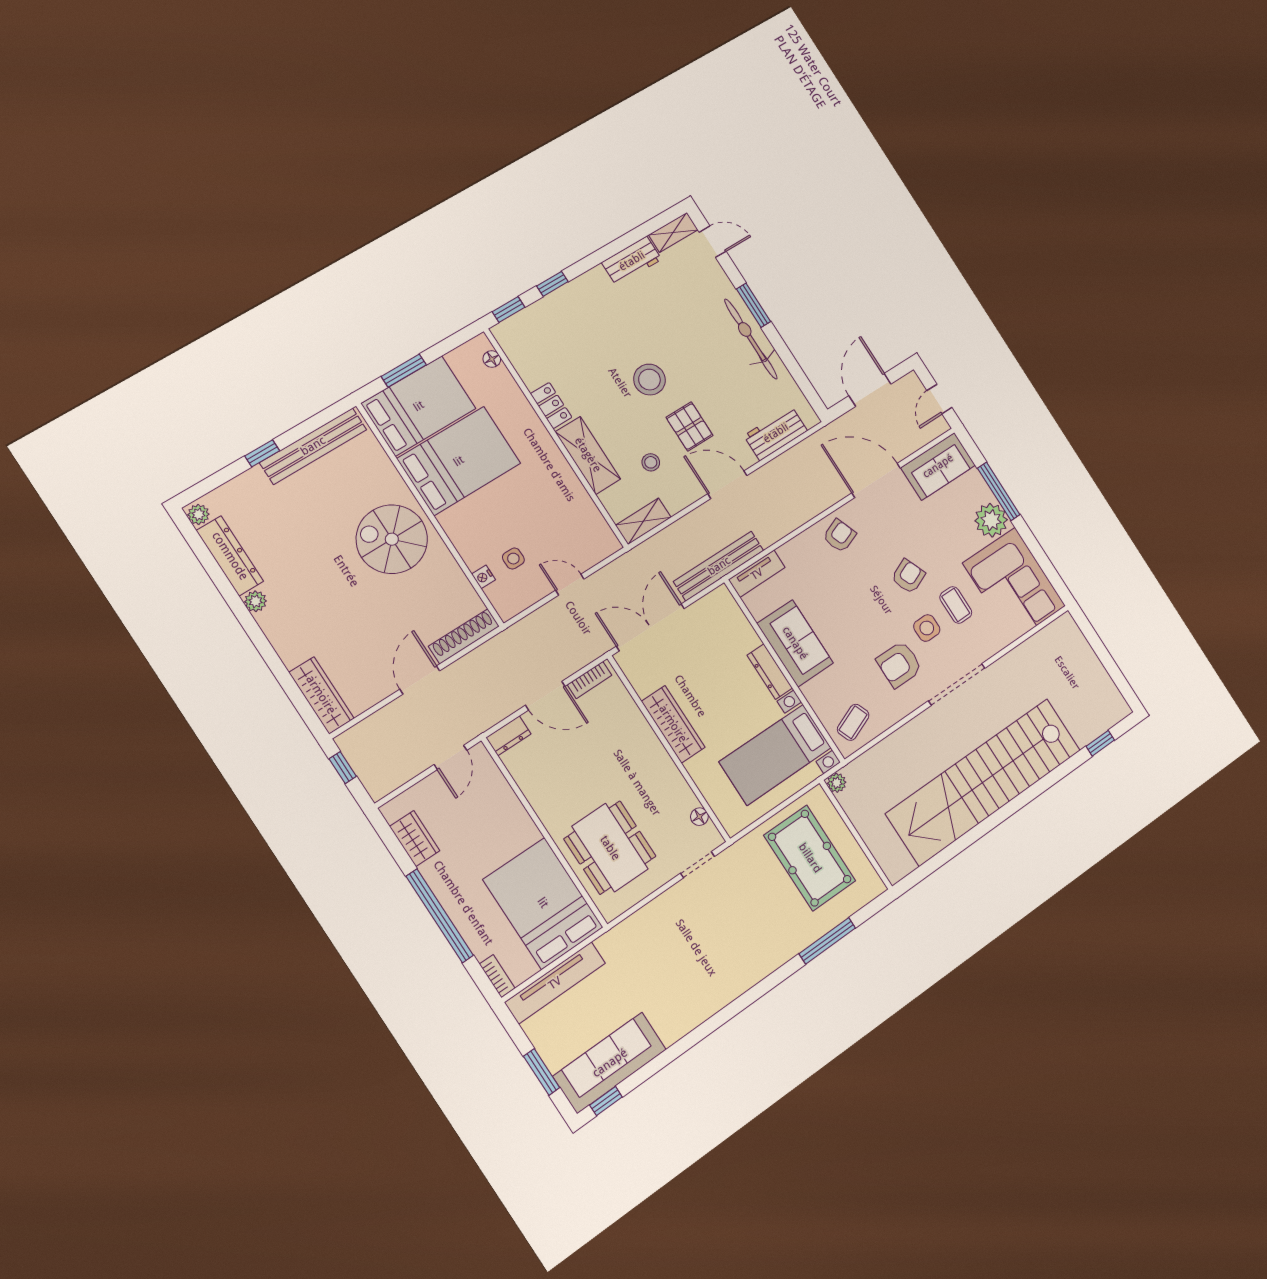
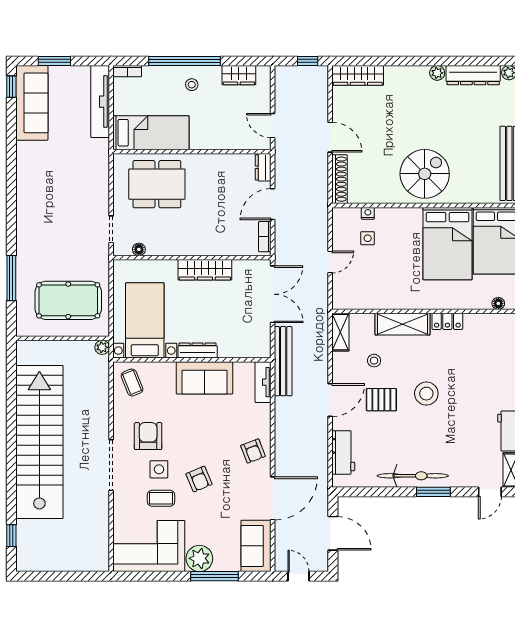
stool: (463, 887) -> (192, 85), added
bed: (543, 903) -> (151, 133), width x0.67

